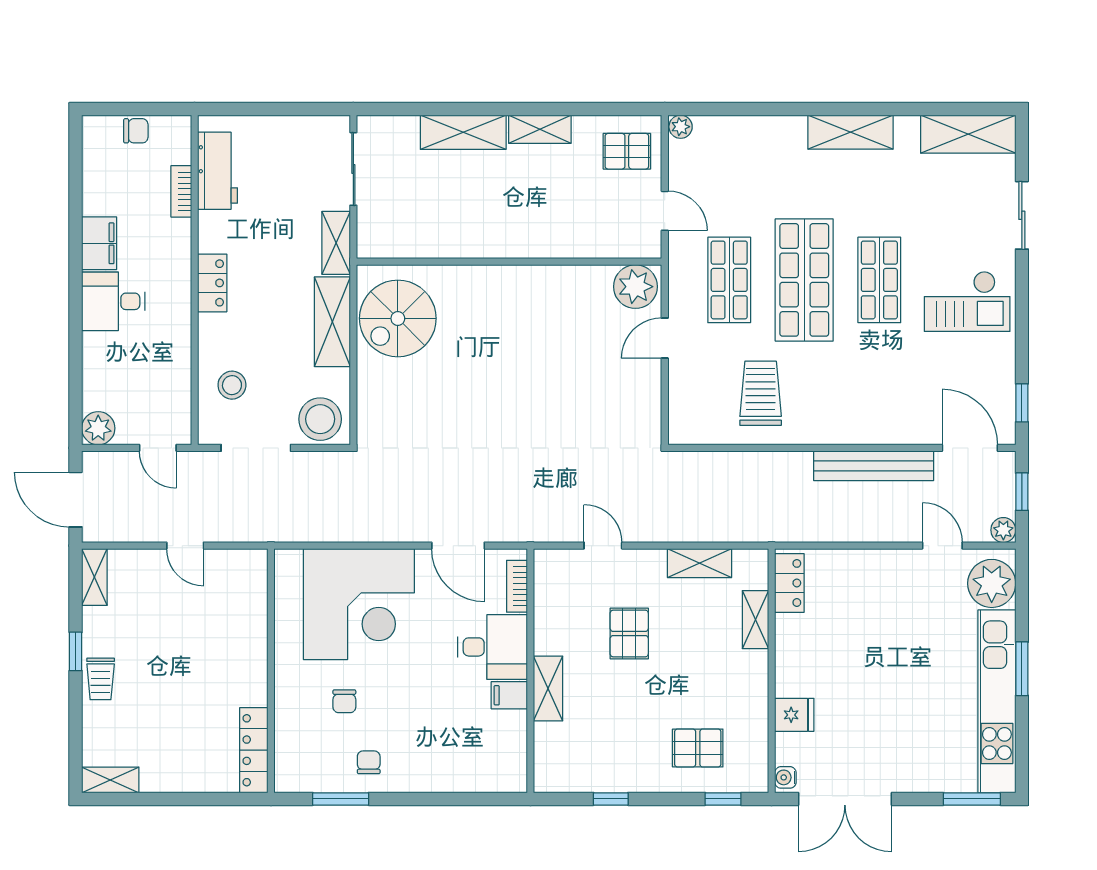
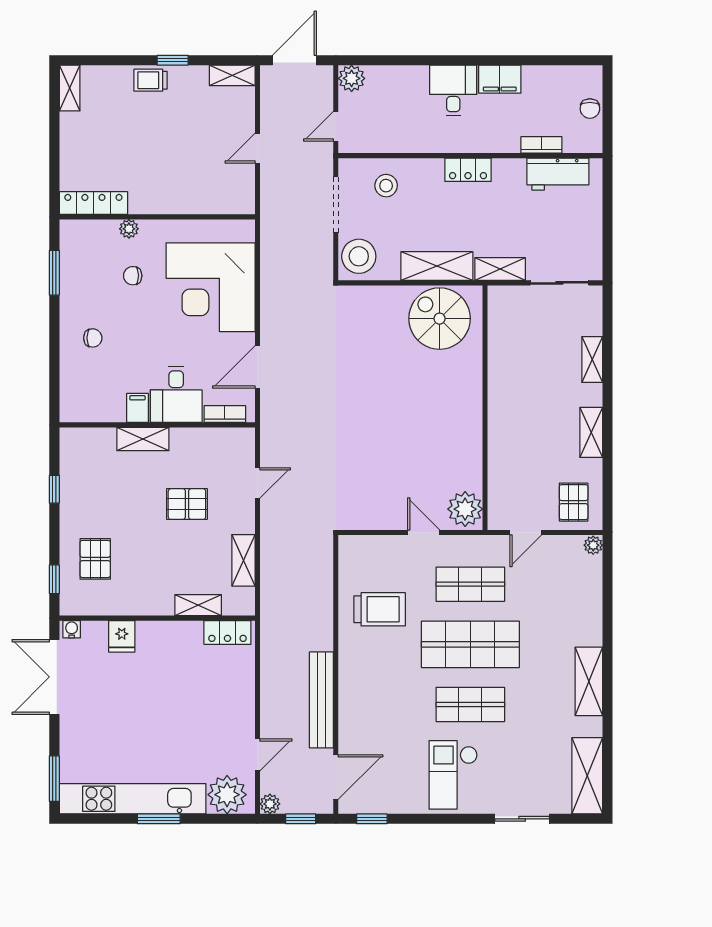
shelving: (463, 132) -> (592, 359), width x0.67, depth x0.75
plant: (286, 706) -> (129, 229), added
chair: (369, 762) -> (93, 338), moved

